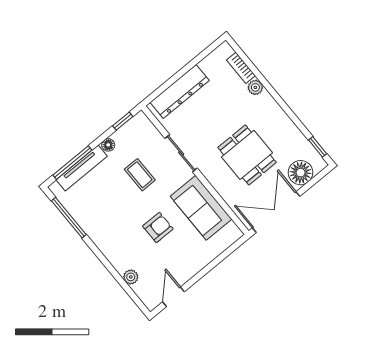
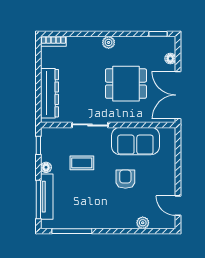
bookcase: (241, 68) -> (53, 41), moved
plant: (255, 87) -> (109, 42), moved
floor lamp: (301, 173) -> (170, 59), width x0.53, depth x0.53

